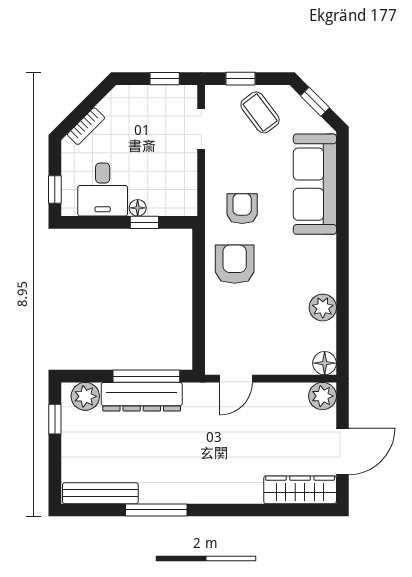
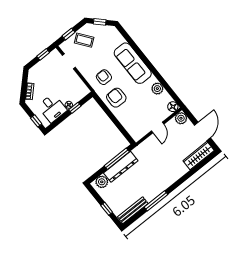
sofa: (315, 184) -> (133, 63), moved
door: (236, 379) -> (158, 127), moved
window: (55, 419) -> (107, 209), moved

